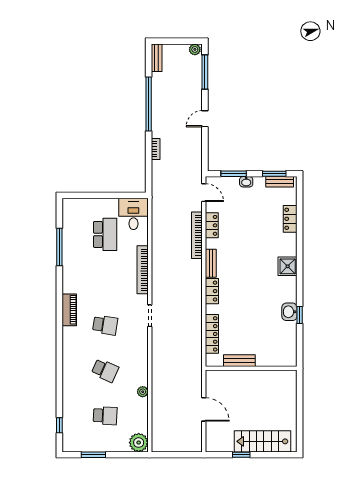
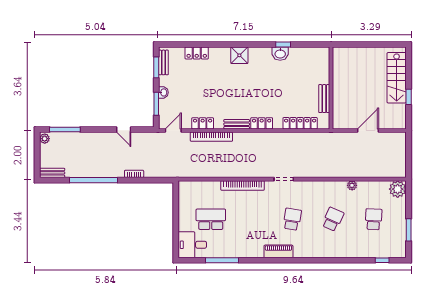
door: (205, 119) -> (124, 130), moved
desk: (133, 214) -> (192, 245), moved

